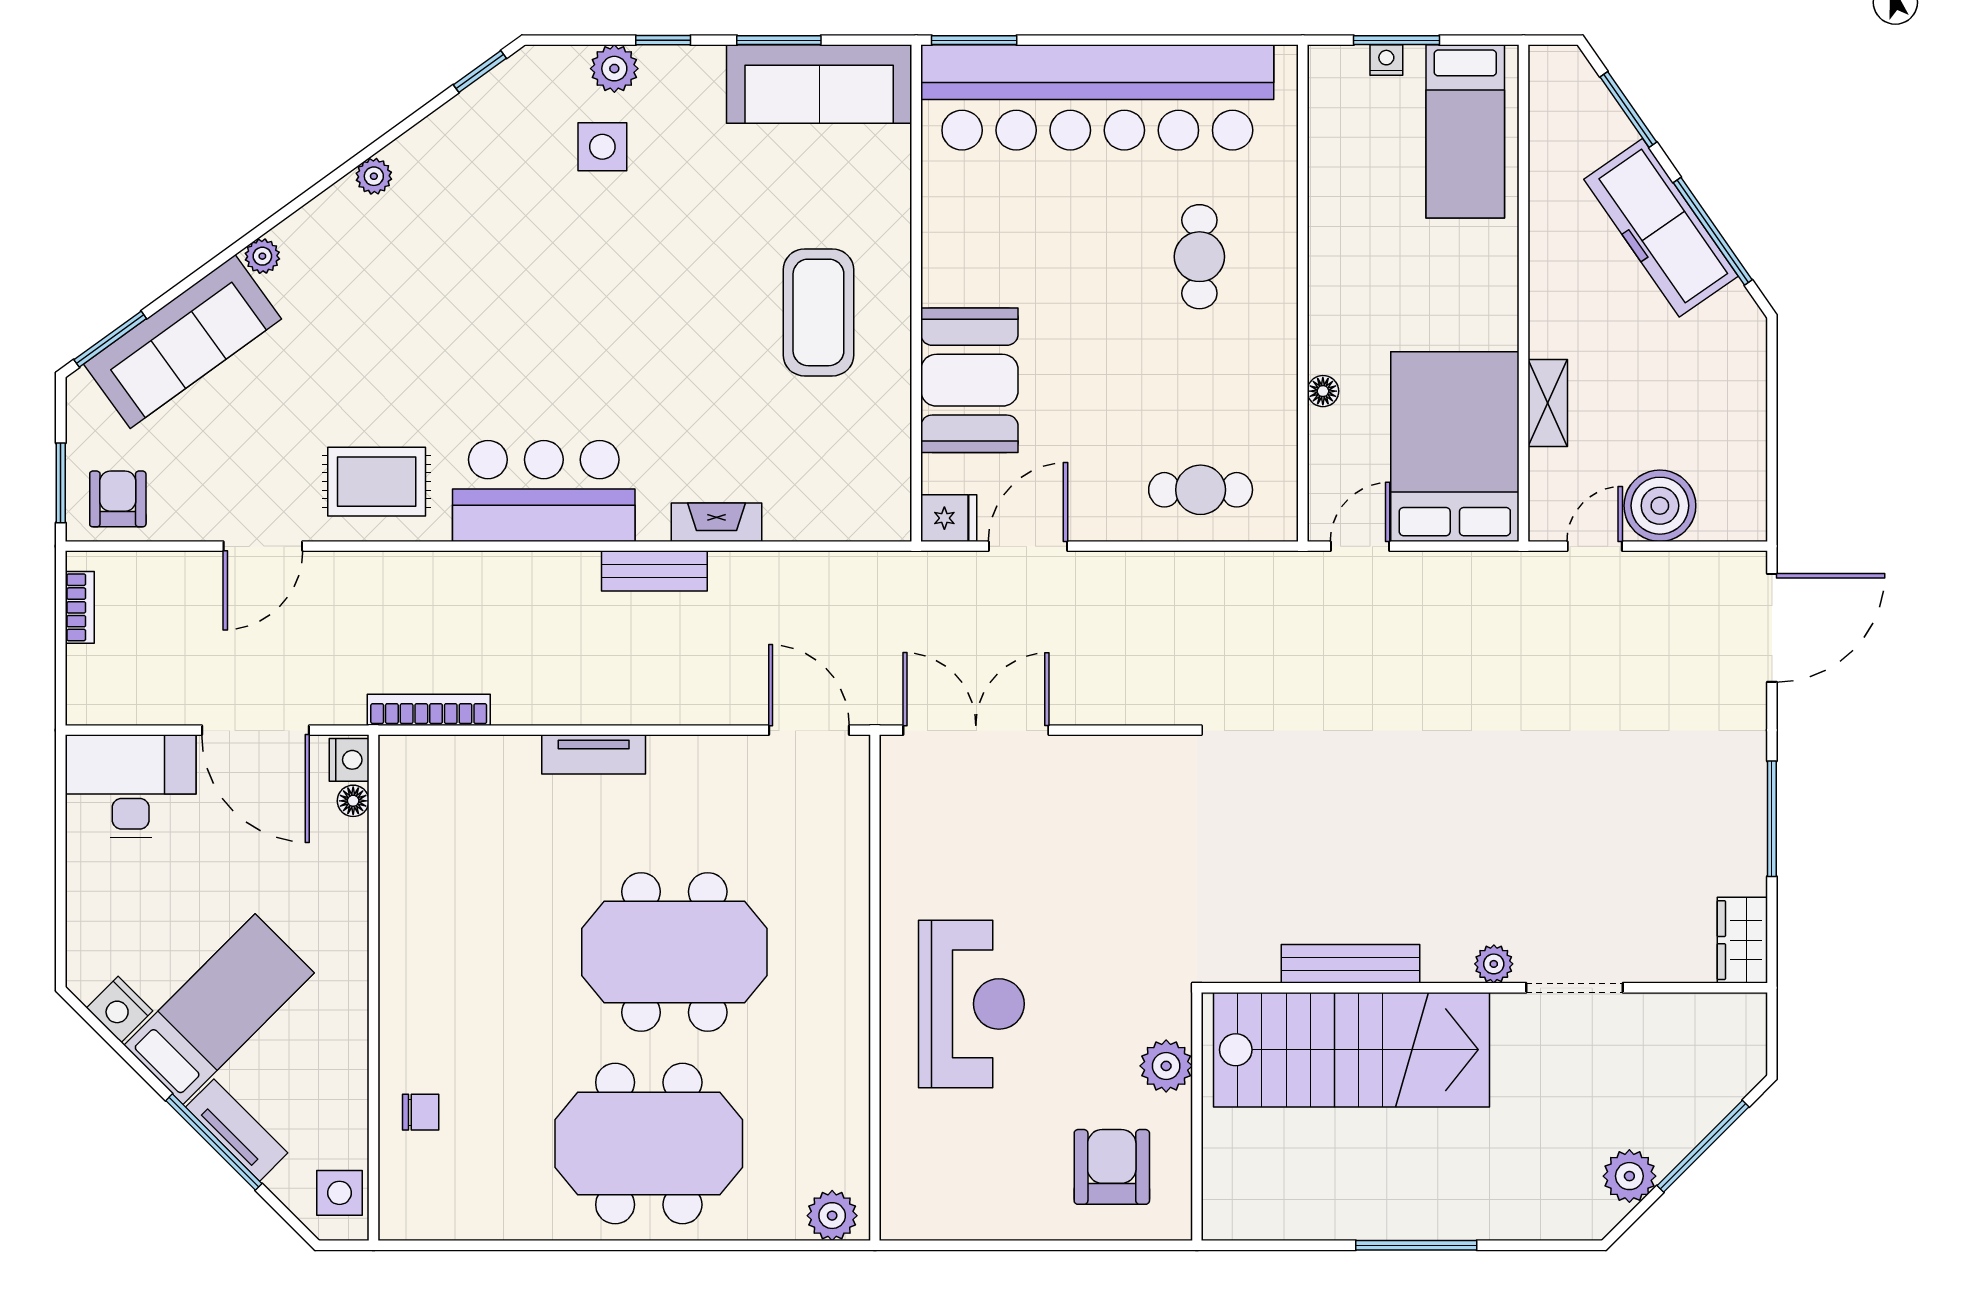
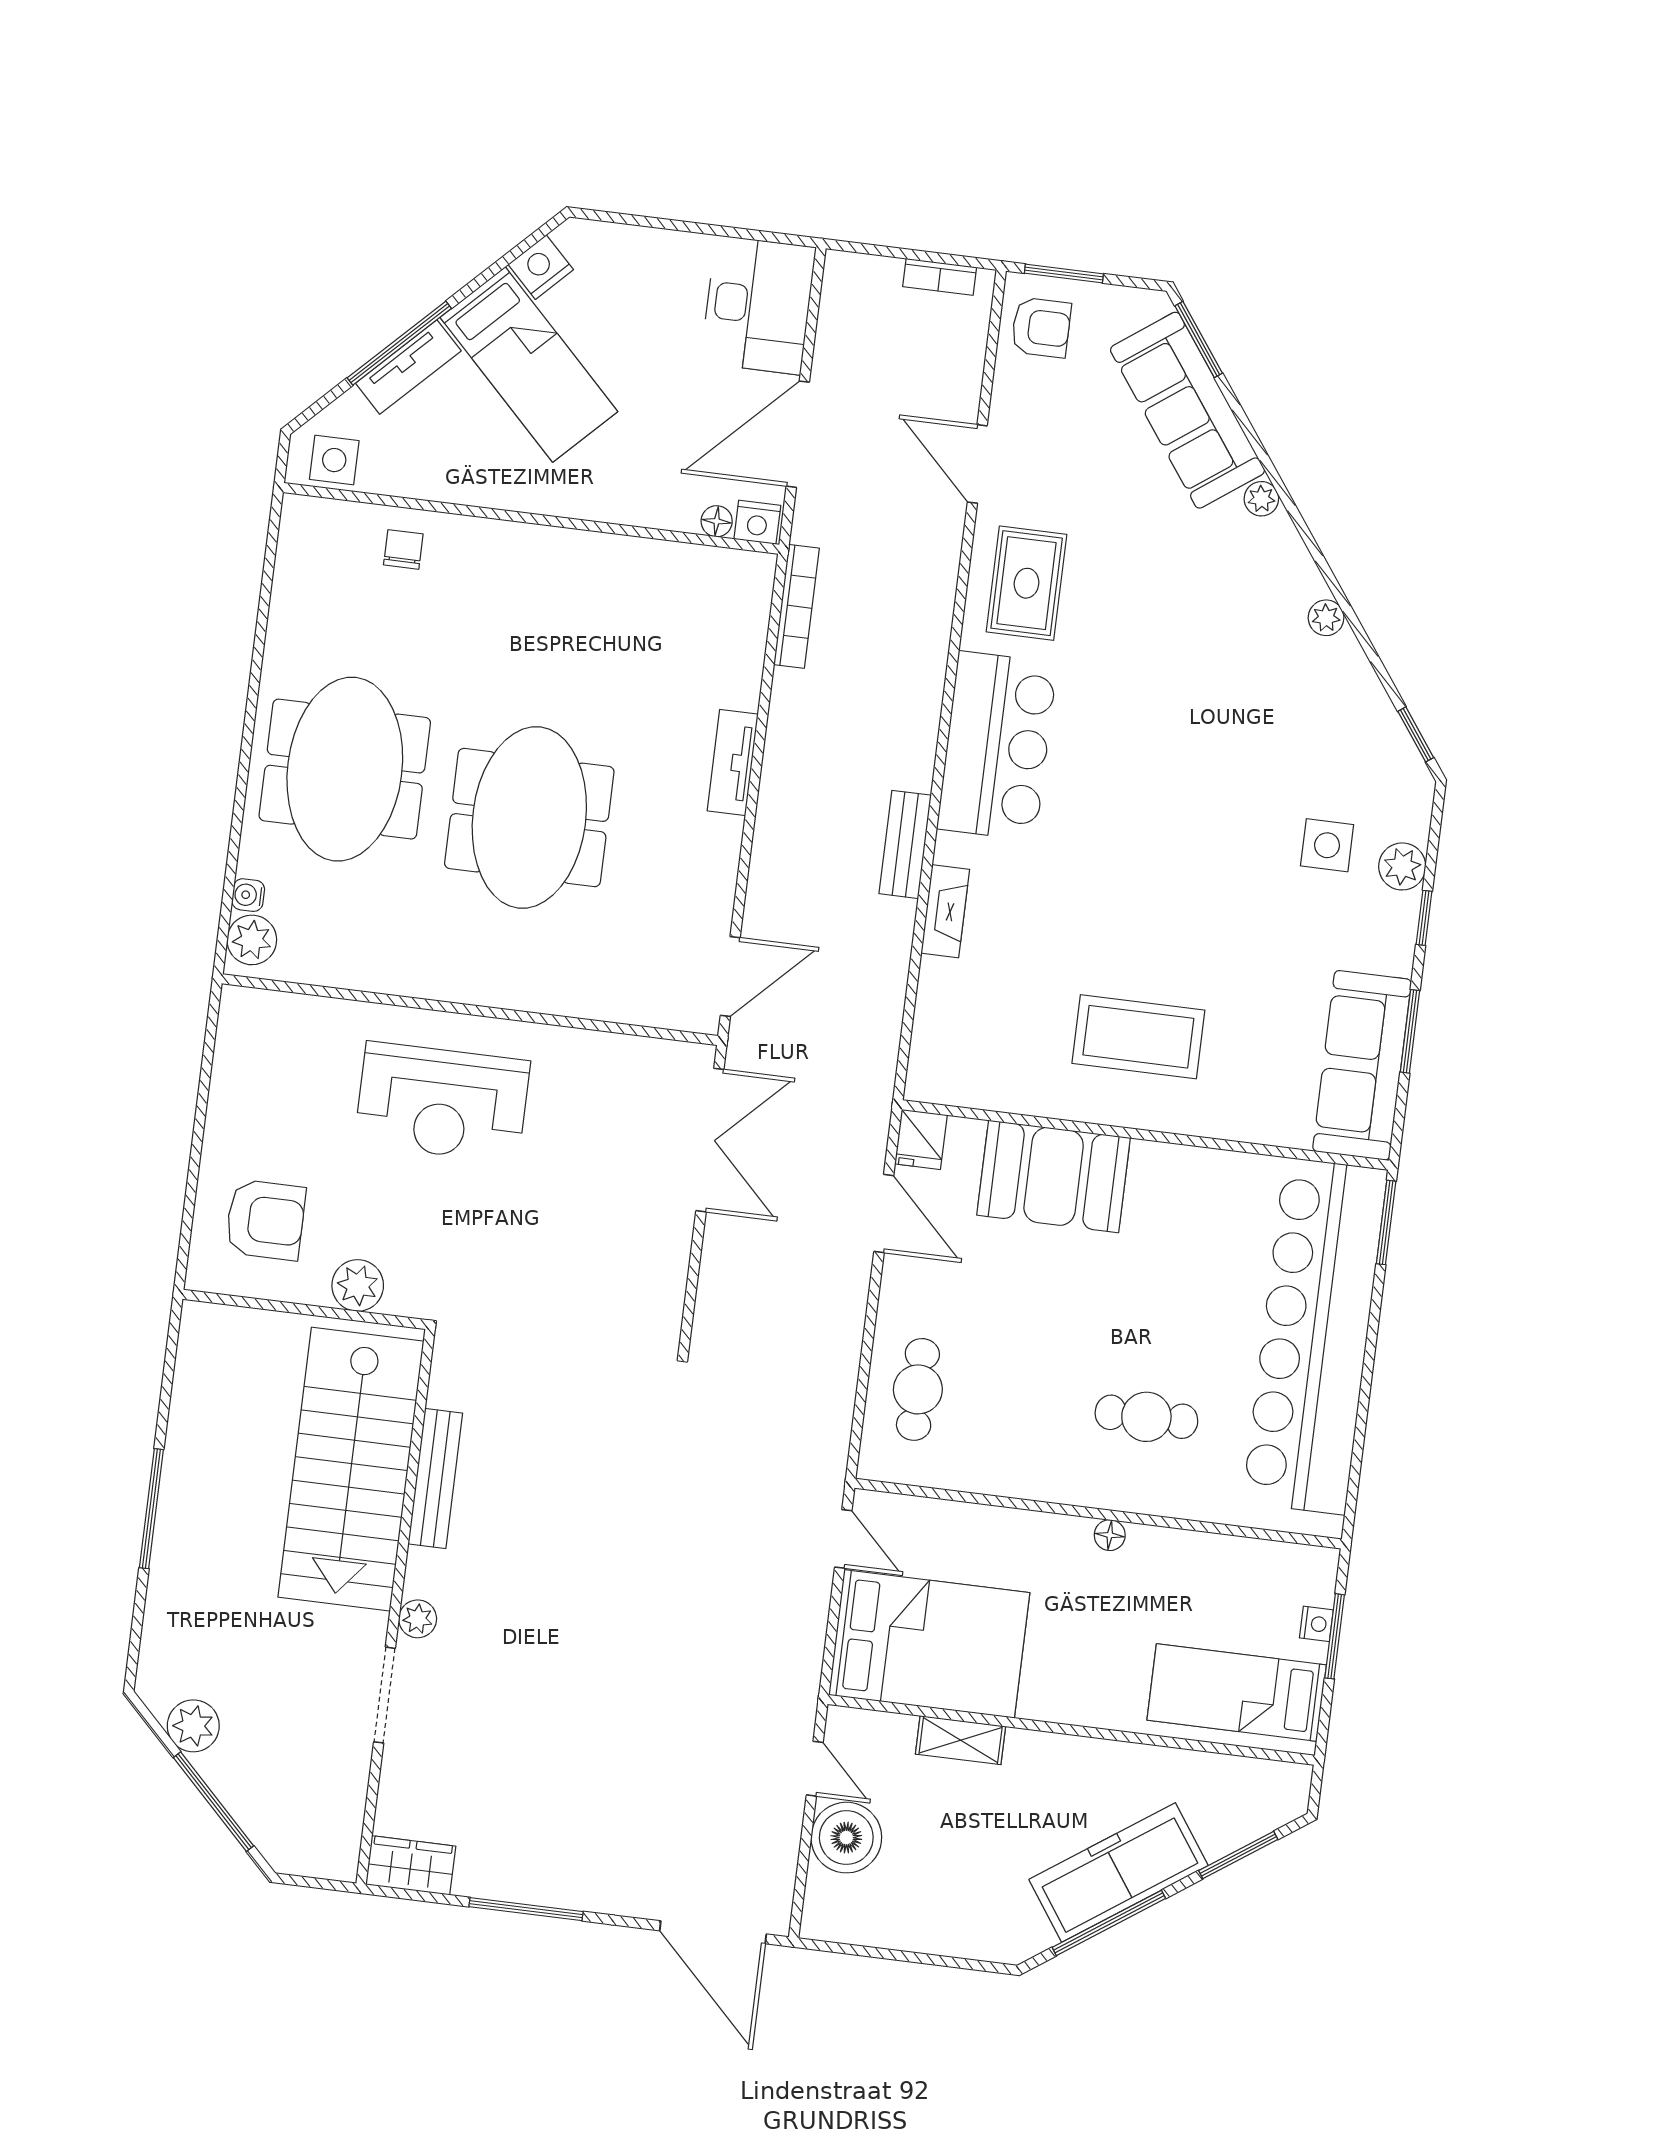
floor lamp: (1323, 391) -> (1110, 1535), moved
chair: (421, 1112) -> (403, 549), turned 180
water cooler: (787, 1225) -> (248, 895), added

